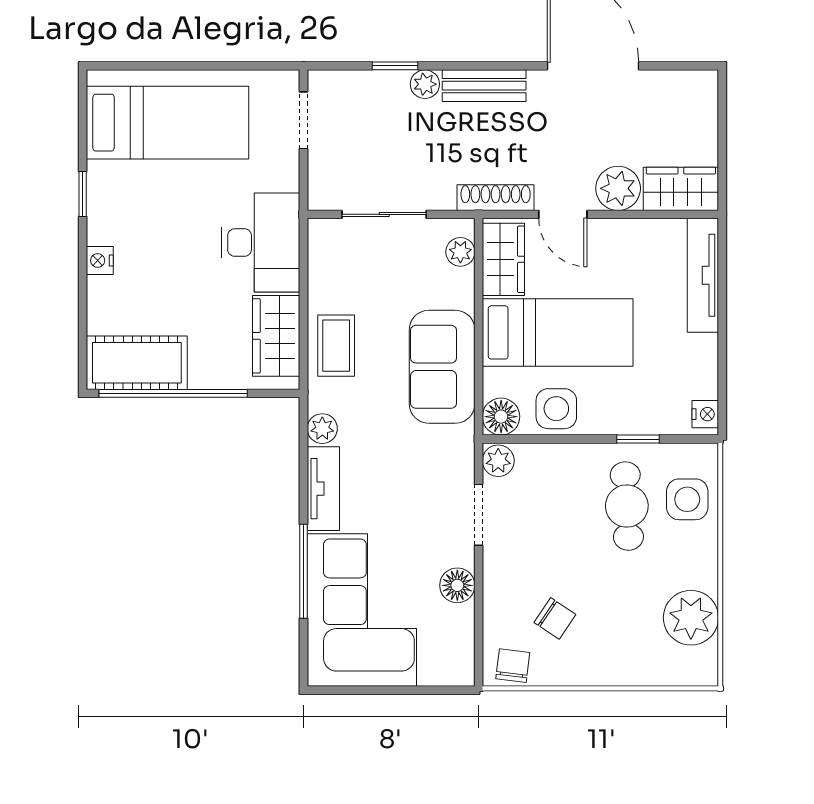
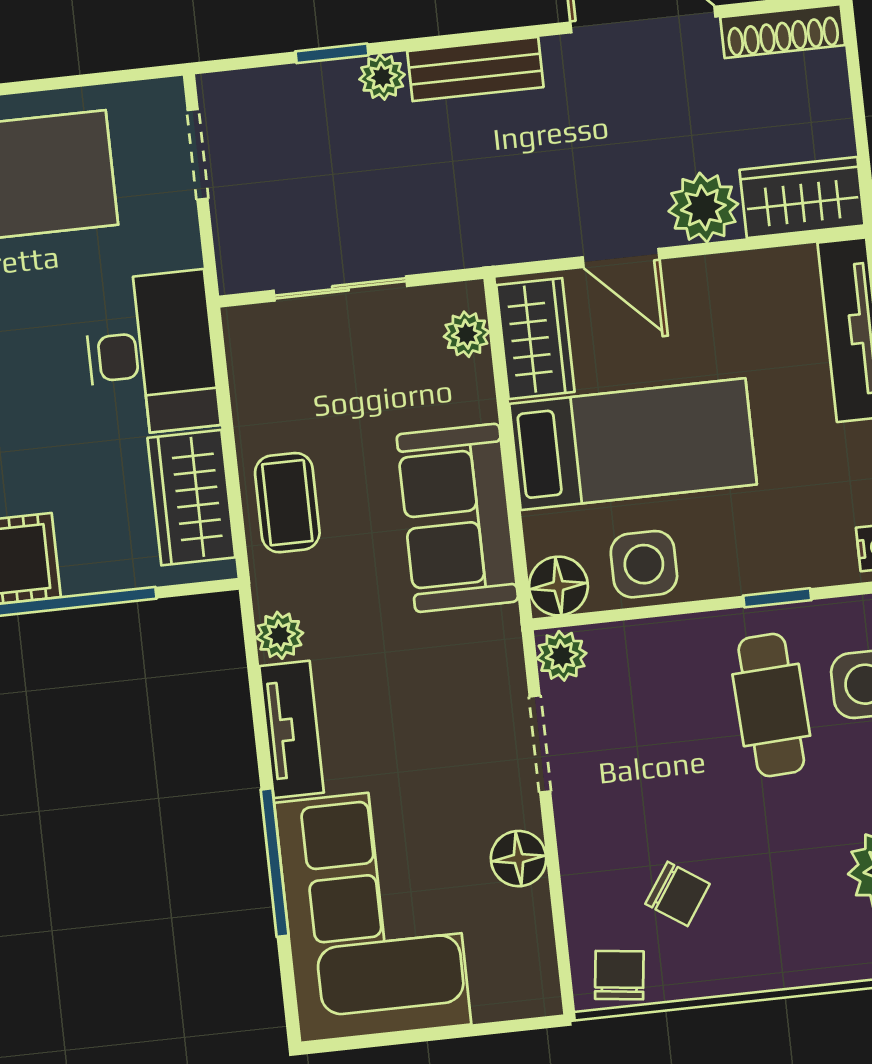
shoe rack: (496, 198) -> (783, 31), moved, turned 180

